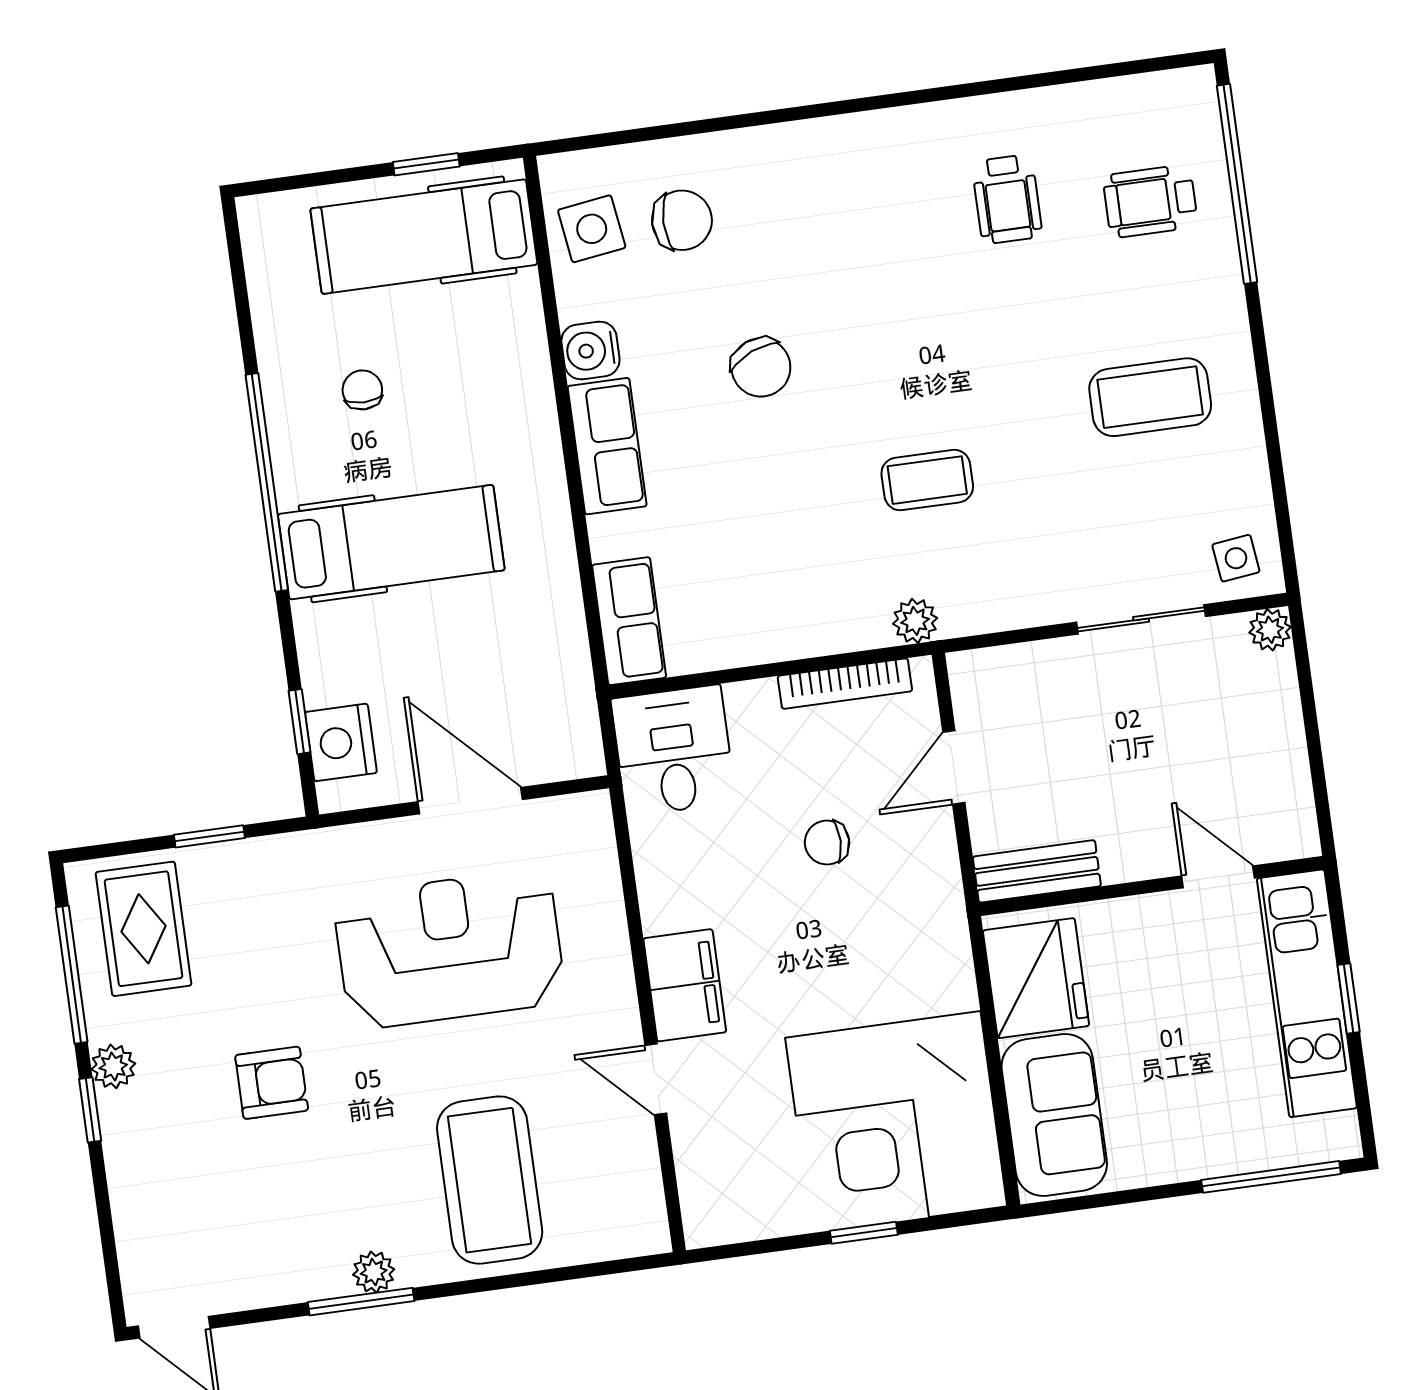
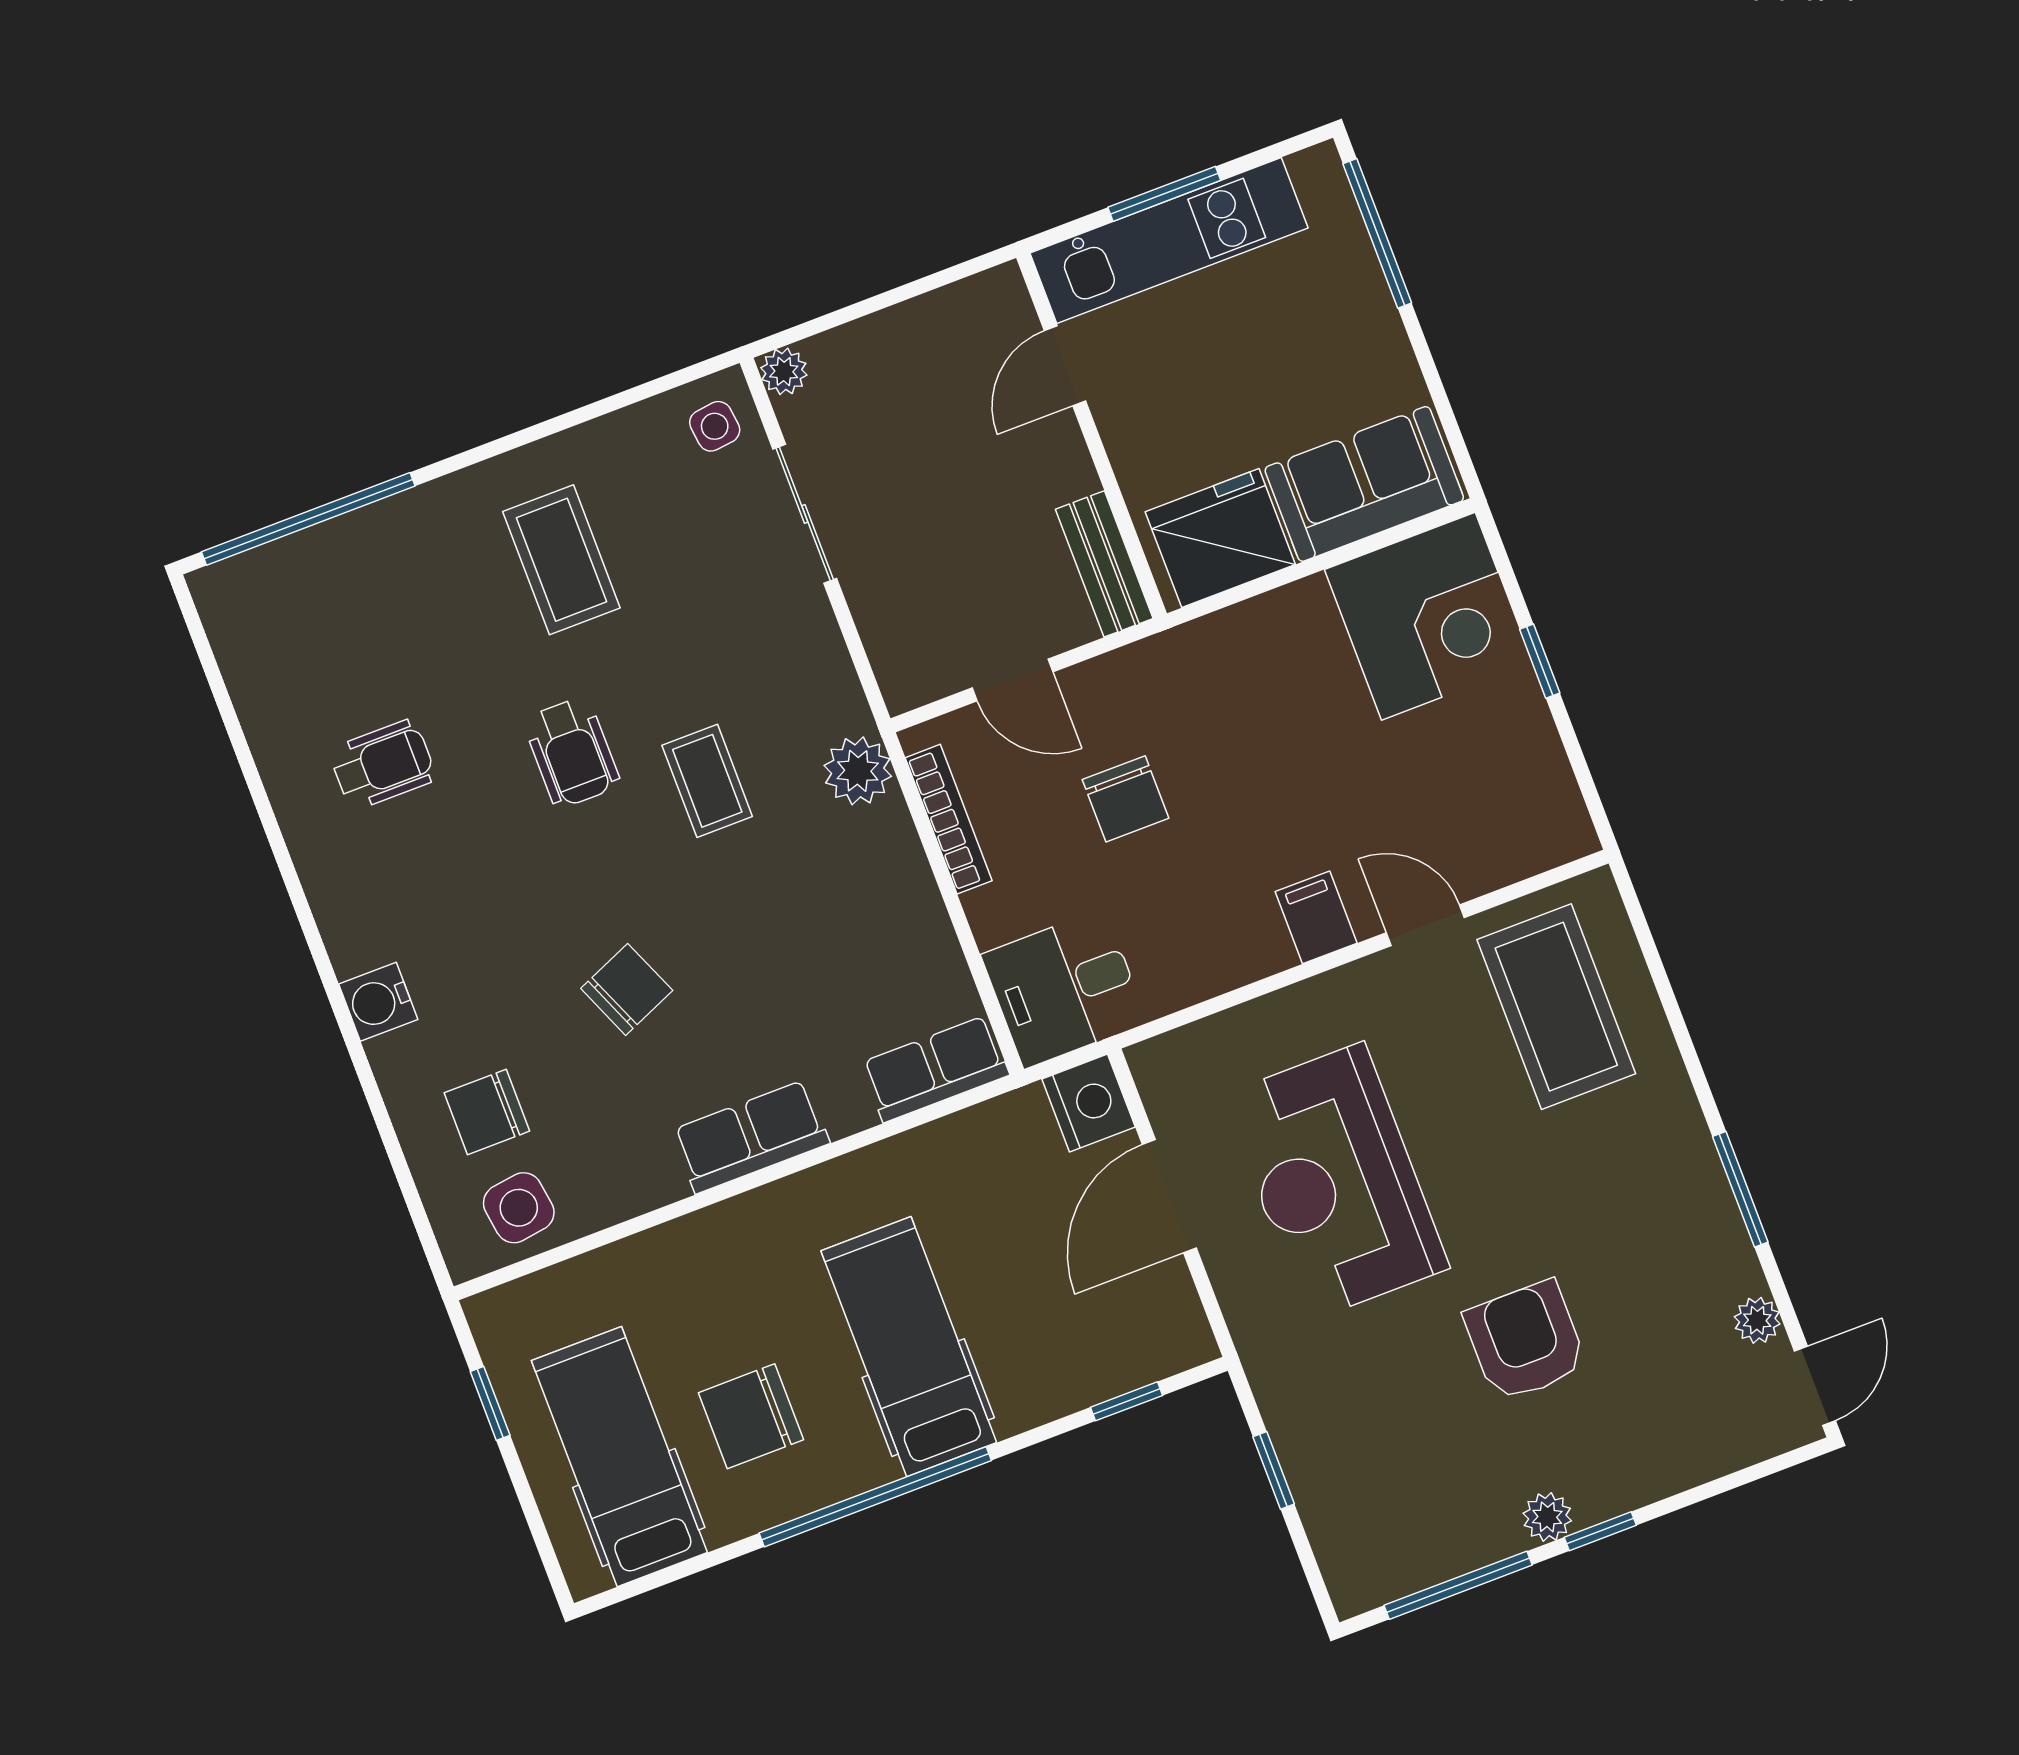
wheelchair: (1150, 201) -> (572, 752), moved
chair: (682, 220) -> (487, 1112), turned -90
hospital bed: (424, 237) -> (619, 1457), moved, turned 180
water cooler: (590, 351) -> (378, 1002), moved, turned 90
chair: (362, 390) -> (751, 1416), width x1.87, depth x1.87
plant: (915, 621) -> (858, 771), width x1.38, depth x1.38
nightstand: (341, 742) -> (1089, 1103), moved, turned -90
chair: (827, 842) -> (1126, 799), width x1.37, depth x1.37
rug: (144, 929) -> (1390, 1519), removed
filing cabinet: (685, 985) -> (1316, 917), width x0.50
window: (1349, 999) -> (1164, 194), width x1.50
door: (656, 1079) -> (1425, 925), swing flipped
armchair: (272, 1083) -> (1525, 1341), width x1.38, depth x1.38
corner desk: (896, 1122) -> (1428, 616), width x0.74, depth x0.74
coffee table: (490, 1180) -> (1556, 1007), moved, turned 90
plant: (374, 1272) -> (1757, 1320), moved

